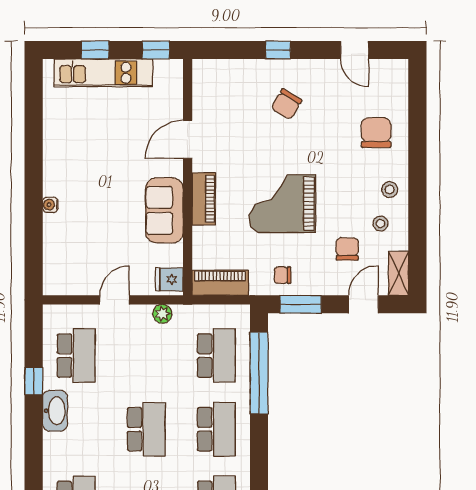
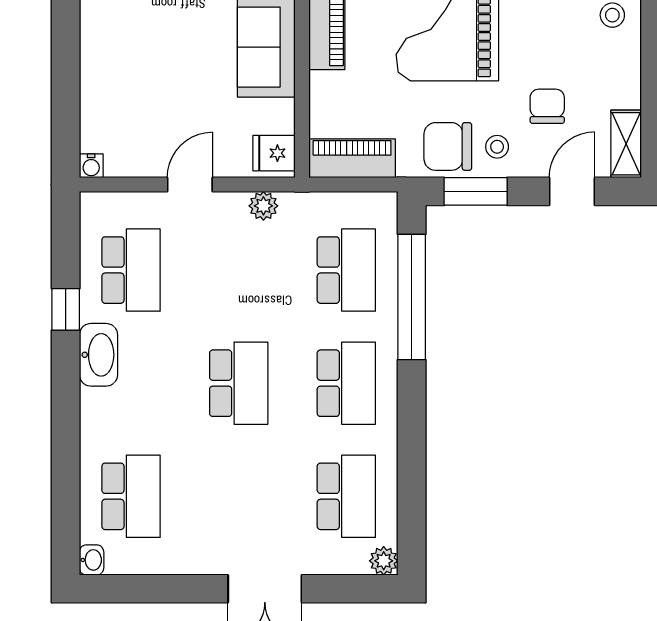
water cooler: (50, 205) -> (91, 166), moved, turned -90
stool: (380, 224) -> (497, 147), moved
chair: (282, 275) -> (448, 146), width x1.87, depth x1.87

